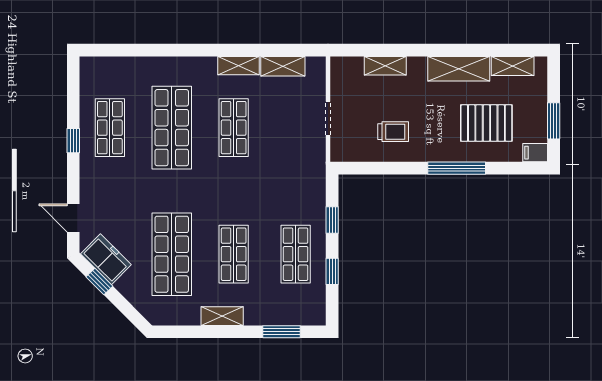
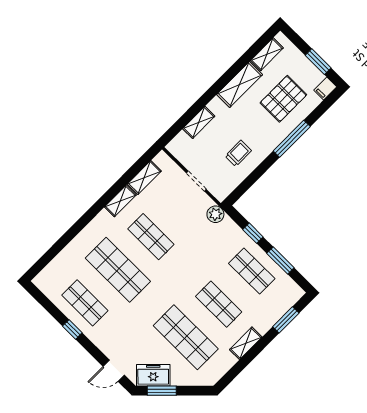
plant: (315, 167) -> (215, 214), added
window: (332, 271) -> (280, 261), width x1.50
window: (99, 282) -> (162, 391), width x1.50

